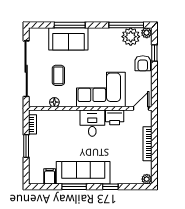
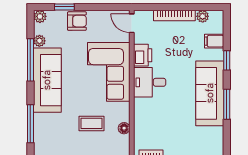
window: (70, 25) -> (30, 124), moved
window: (126, 25) -> (30, 60), moved
plant: (131, 37) -> (39, 41), width x0.53, depth x0.53
sofa: (68, 39) -> (47, 80), moved, width x1.36
filing cabinet: (50, 176) -> (214, 41), moved
plant: (147, 179) -> (203, 16), moved

